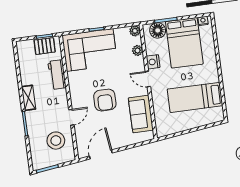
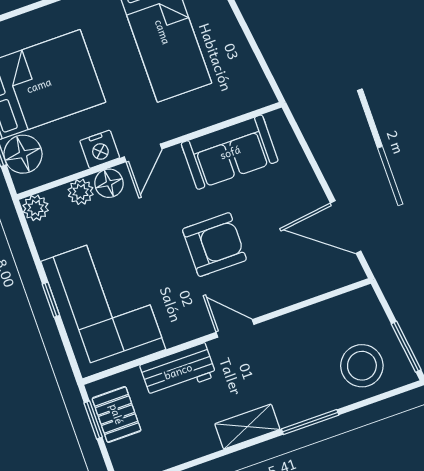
floor lamp: (139, 63) -> (109, 183), added
door: (71, 117) -> (235, 328), moved
stool: (56, 141) -> (362, 366), moved

